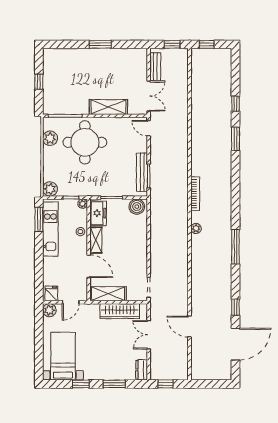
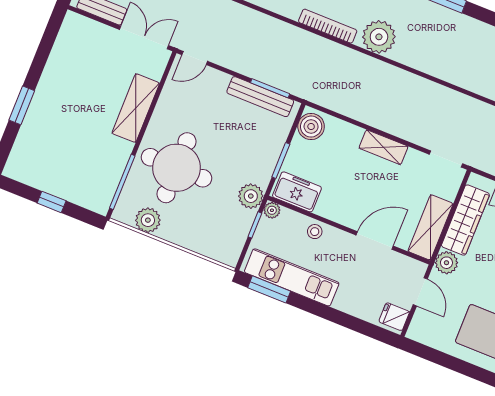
window: (100, 44) -> (22, 105), moved
plant: (50, 189) -> (251, 196), moved
plant: (196, 228) -> (379, 37), width x1.88, depth x1.88
shelving: (96, 240) -> (384, 147), moved
plant: (49, 310) -> (446, 263), moved

